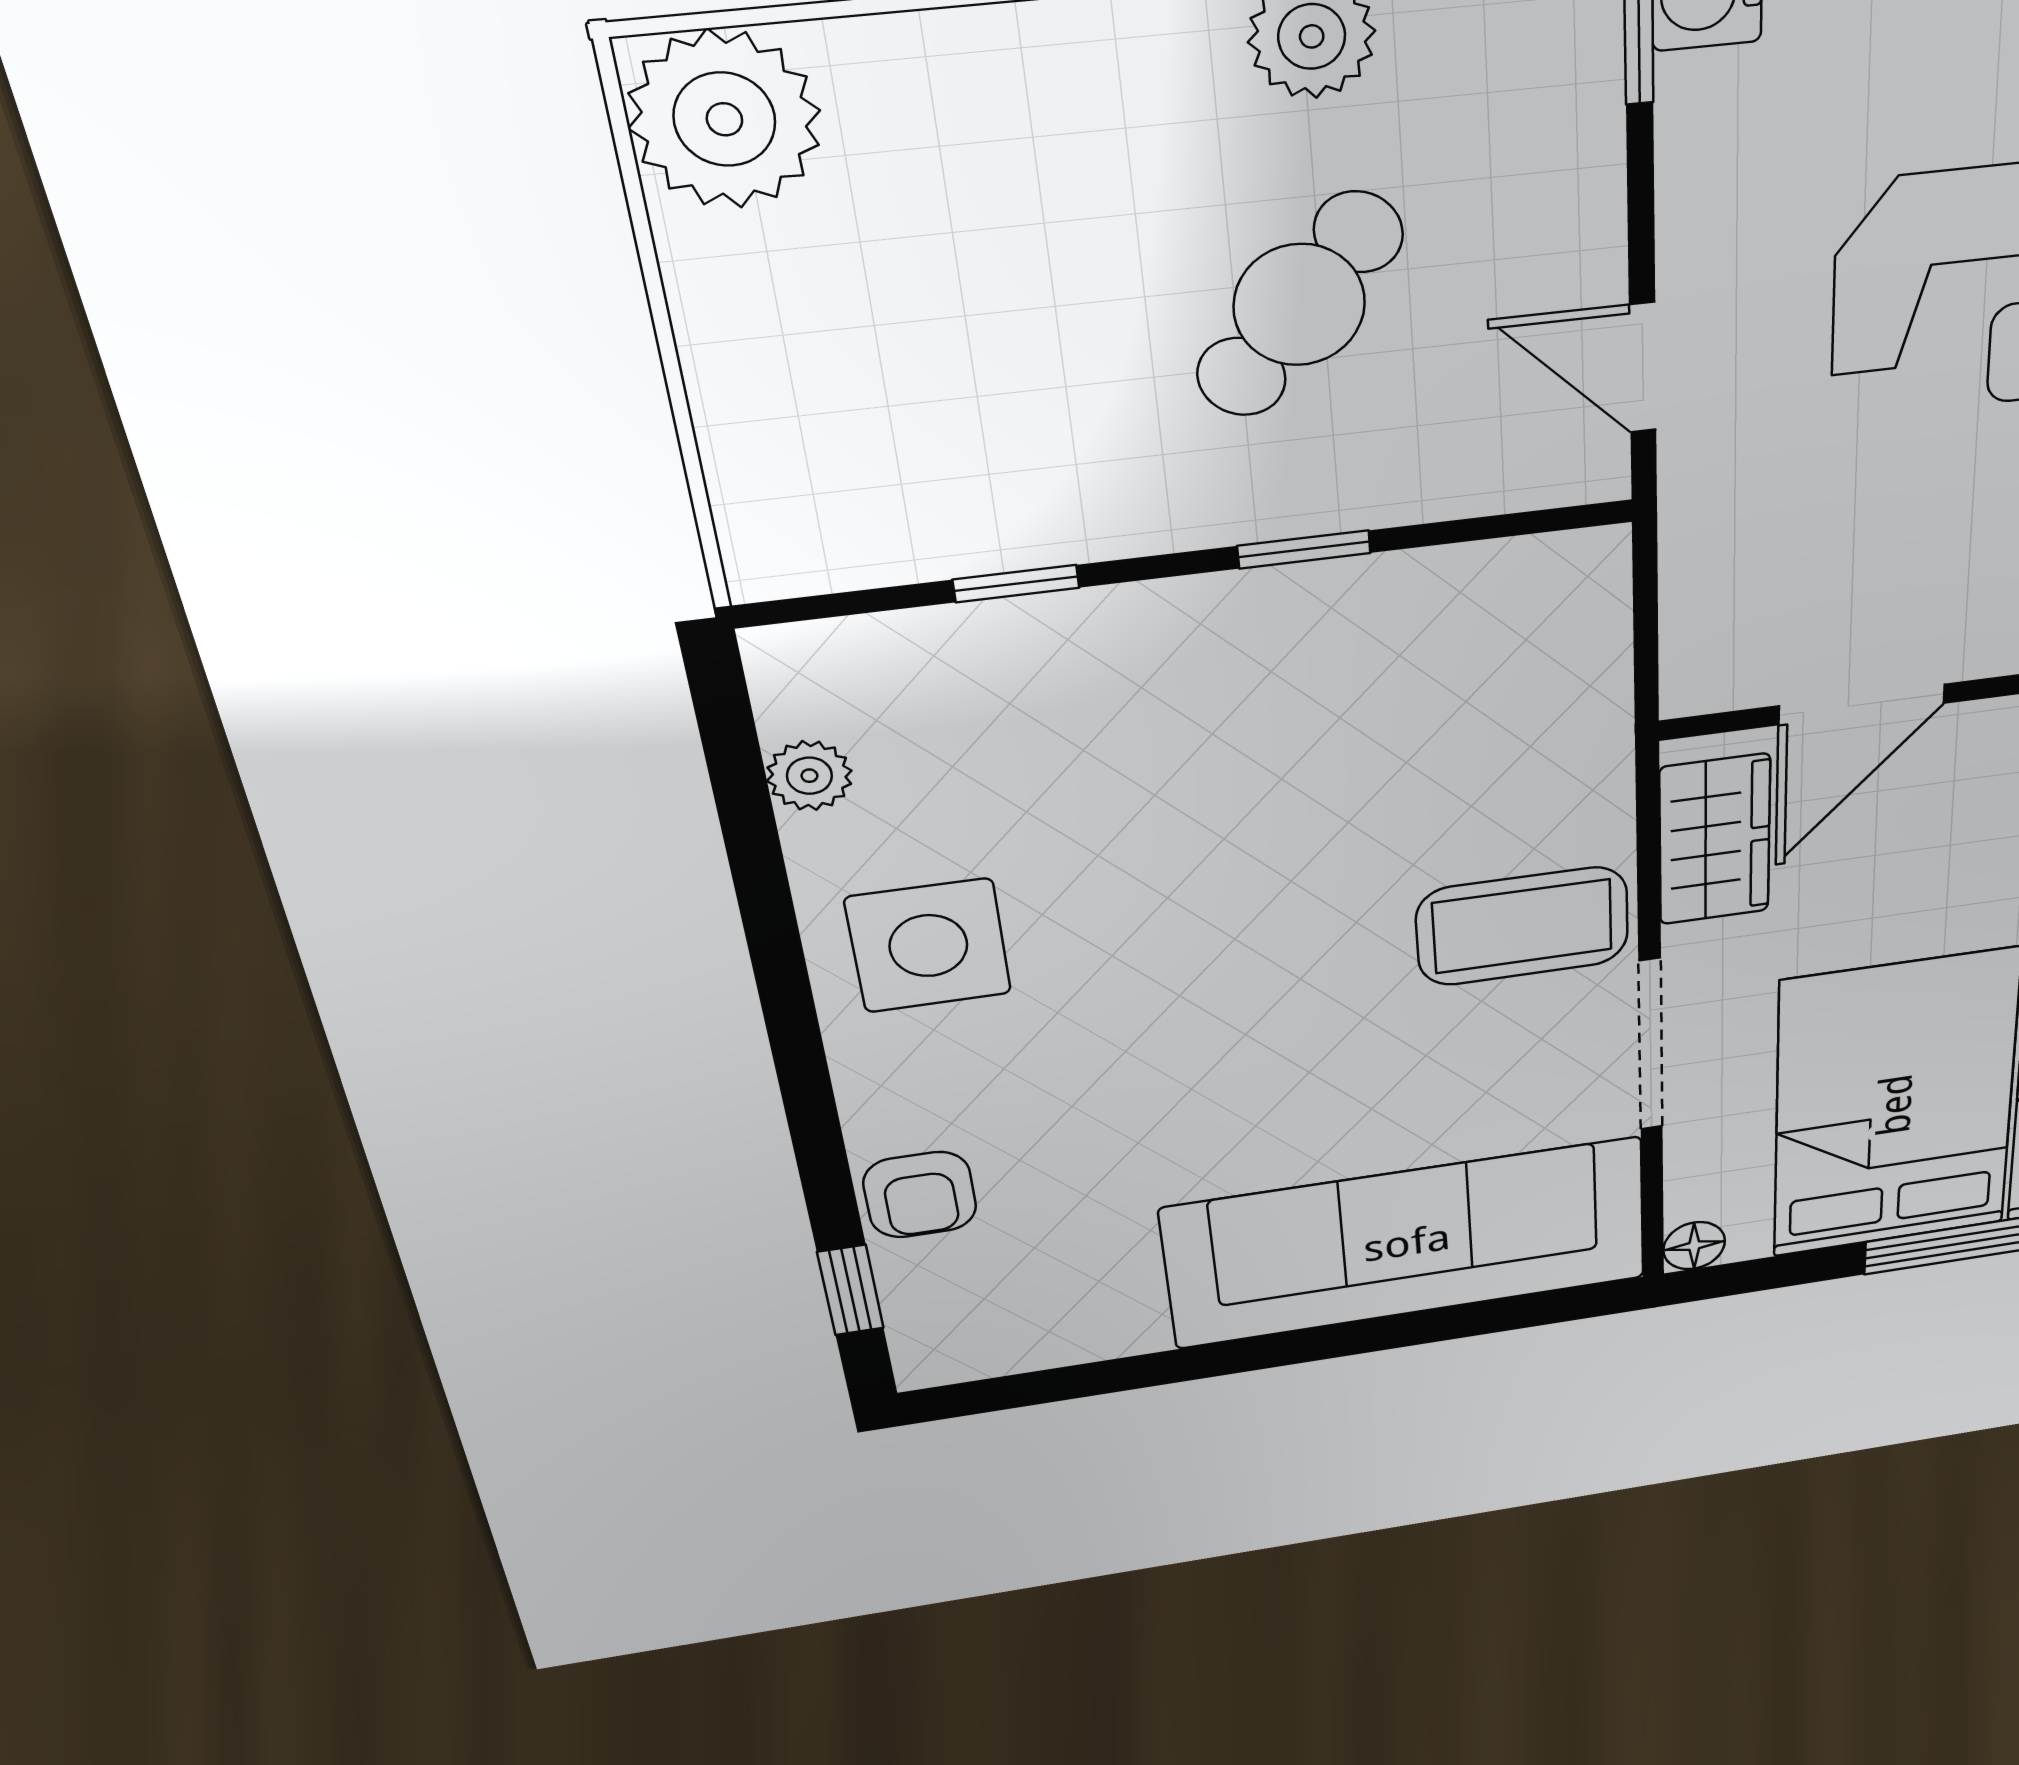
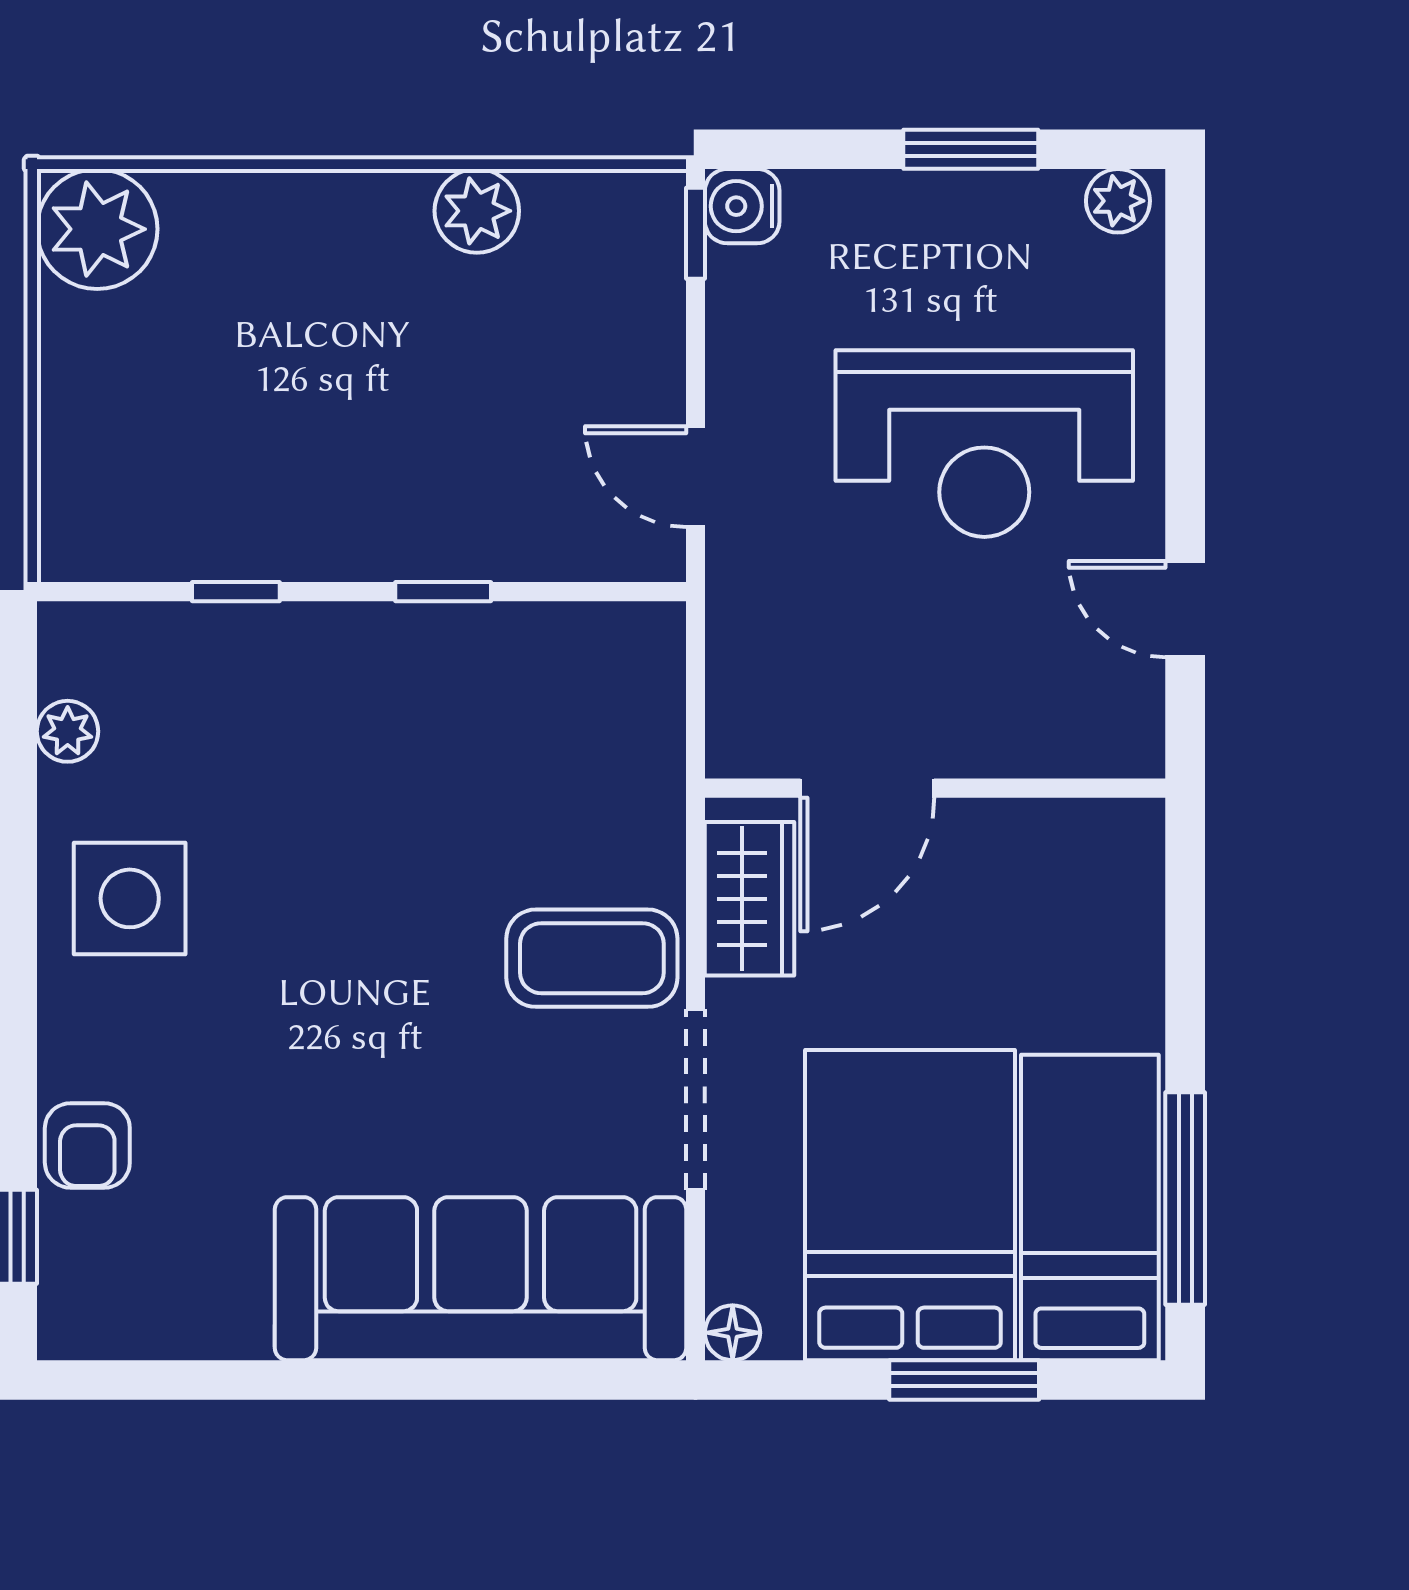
cafe table: (1299, 305) -> (454, 400), removed

